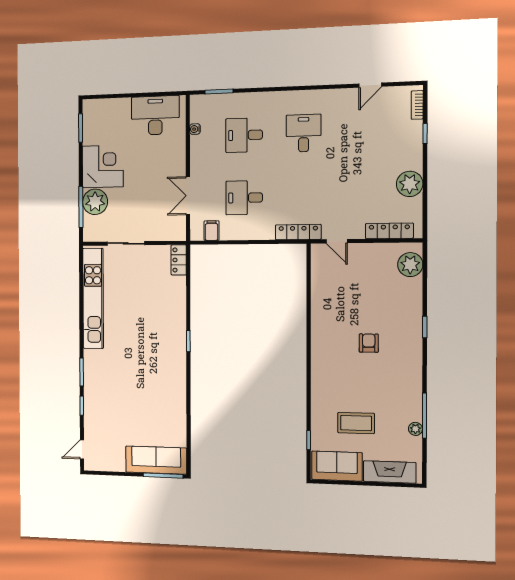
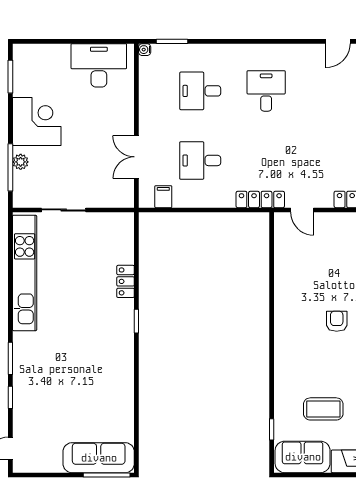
water cooler: (195, 129) -> (145, 50), moved
plant: (95, 202) -> (21, 162), width x0.53, depth x0.53
locker: (179, 260) -> (126, 281), moved

